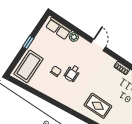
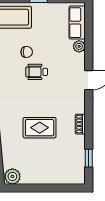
rug: (98, 106) -> (40, 128), moved, turned 90

